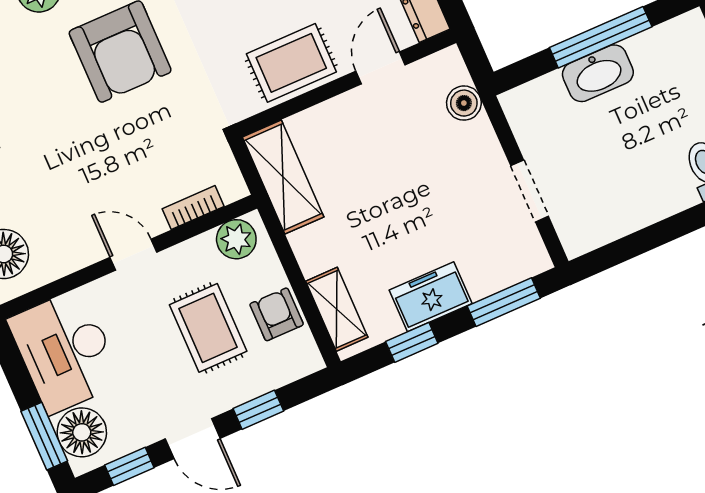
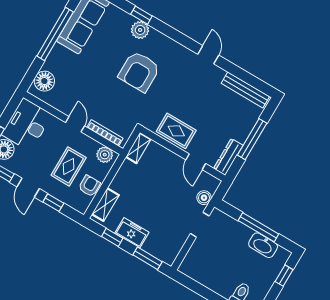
door: (381, 68) -> (196, 162), swing flipped
washbasin: (598, 73) -> (263, 245), moved
shelving: (283, 177) -> (138, 148), width x0.67, depth x0.75
doorway: (530, 191) -> (200, 225), moved
bookcase: (193, 208) -> (105, 133), width x1.56

